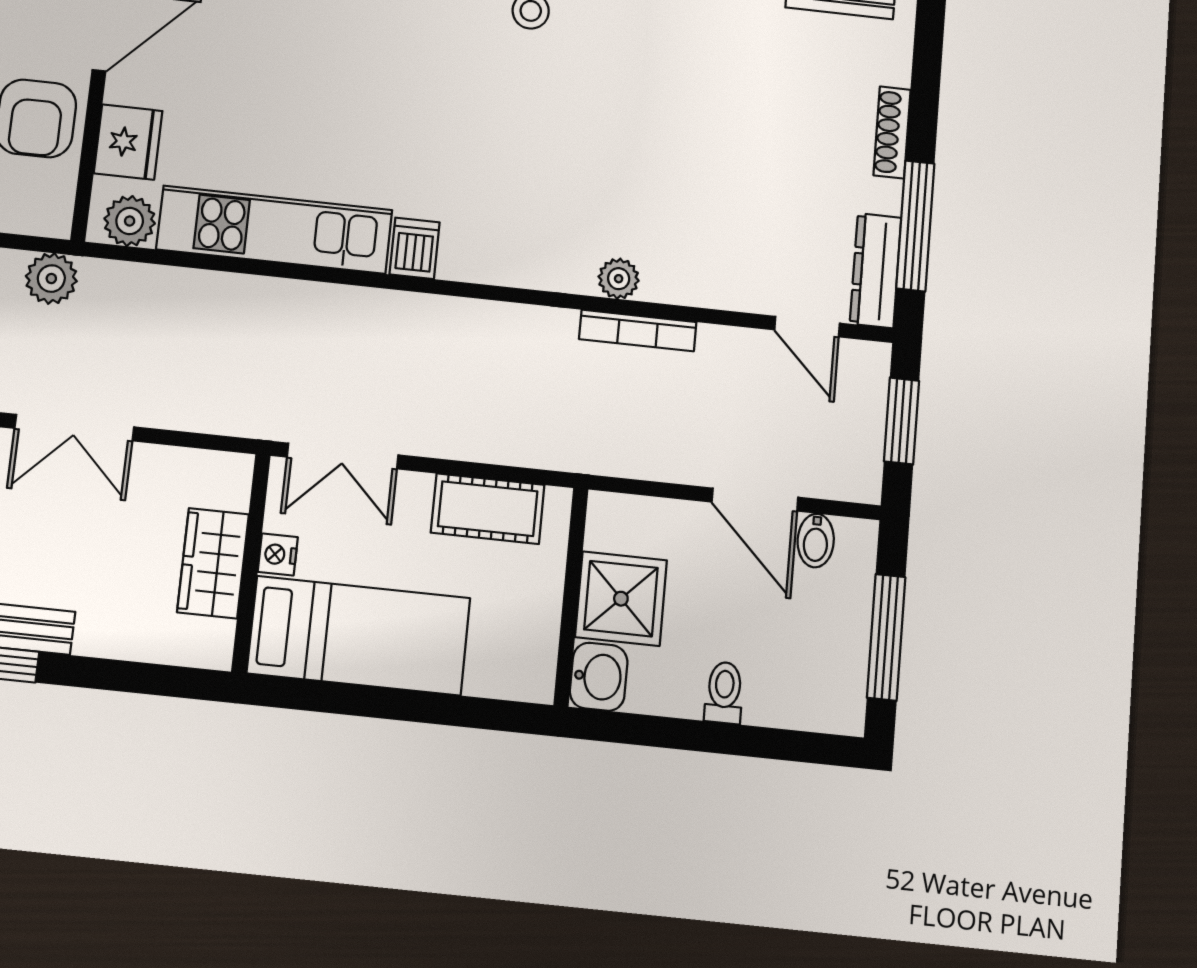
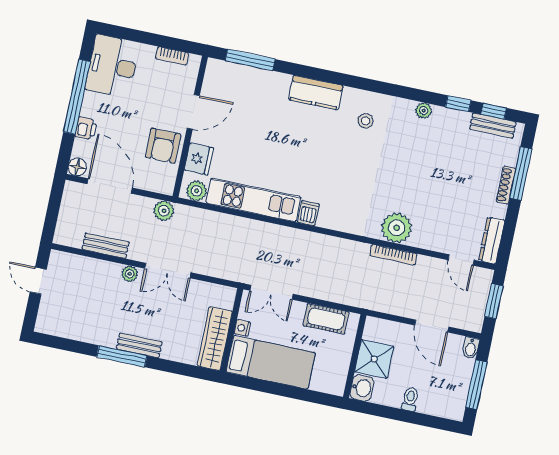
window: (915, 226) -> (521, 174), moved
plant: (619, 279) -> (397, 228), width x1.87, depth x1.87
bidet: (816, 540) -> (471, 348), moved
wardrobe: (213, 563) -> (215, 339), width x1.50

